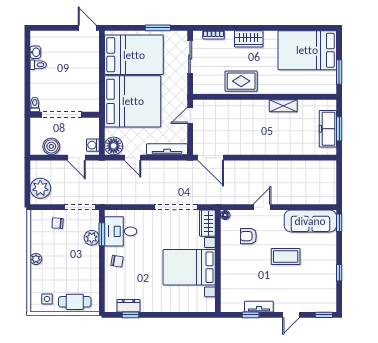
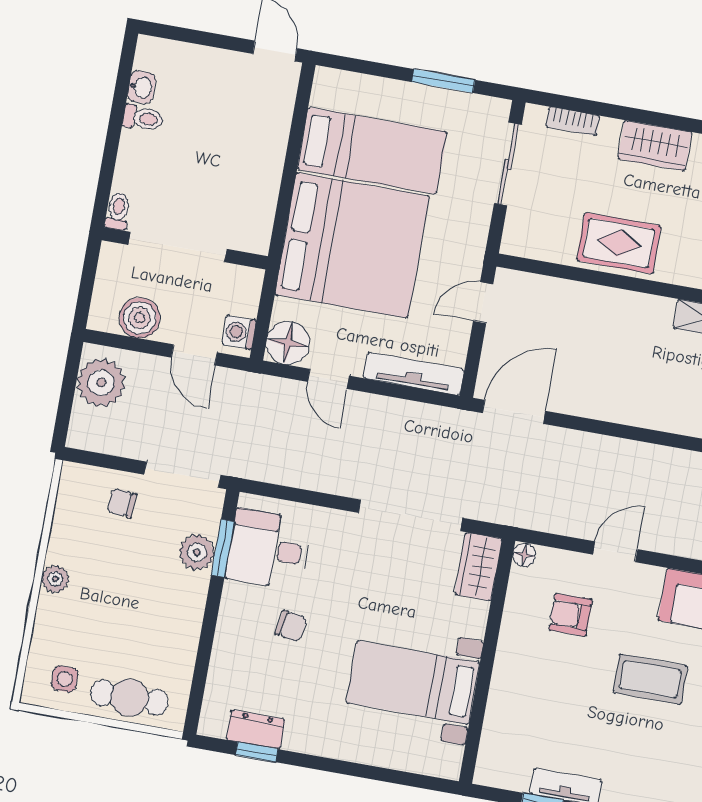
bed: (134, 55) -> (372, 151), width x0.67
door: (211, 158) -> (514, 412), swing flipped
plant: (40, 188) -> (101, 383), moved
chair: (117, 261) -> (291, 626), moved
bed with nightstands: (189, 267) -> (413, 682), width x0.73

